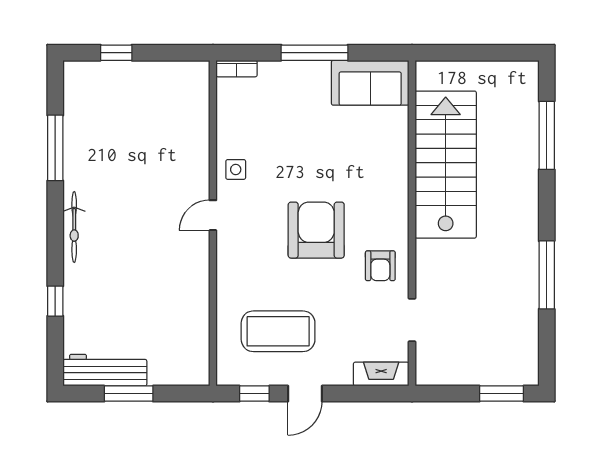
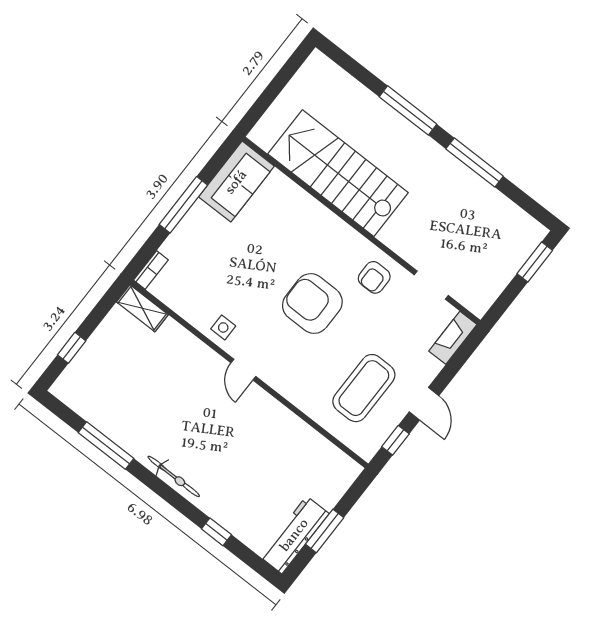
shelving: (198, 87) -> (142, 308), added
window: (547, 135) -> (408, 110), moved
armchair: (380, 266) -> (374, 277), turned 90

